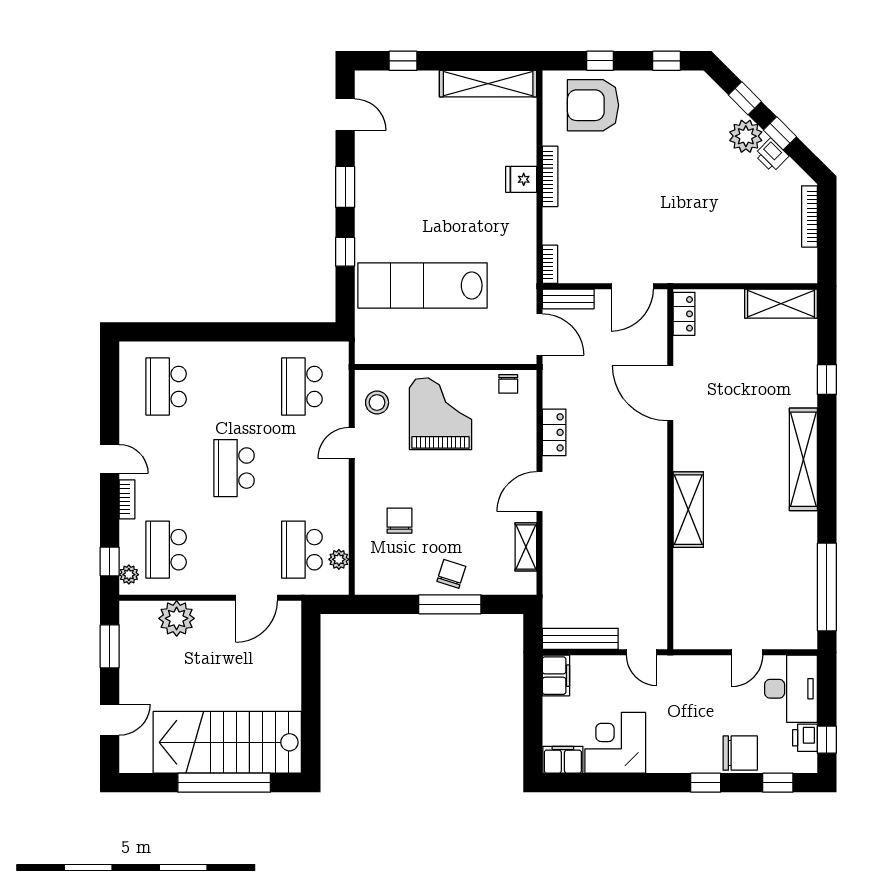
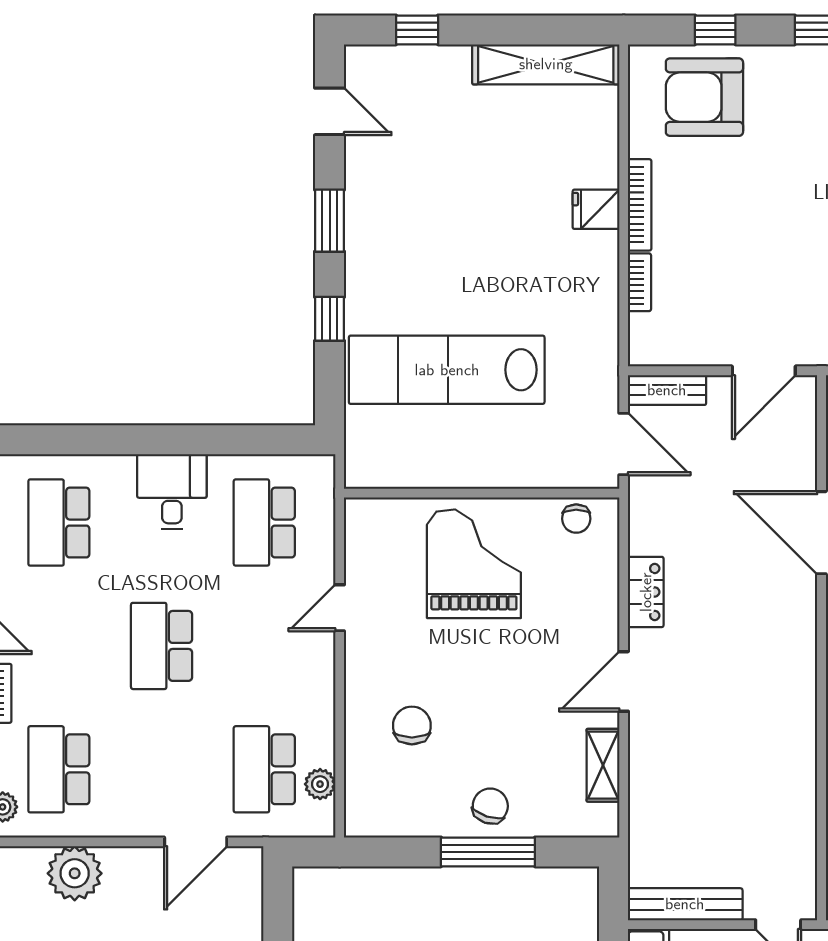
bookcase: (550, 264) -> (640, 282), moved
desk: (241, 366) -> (172, 492), added
stool: (377, 403) -> (378, 547), removed

